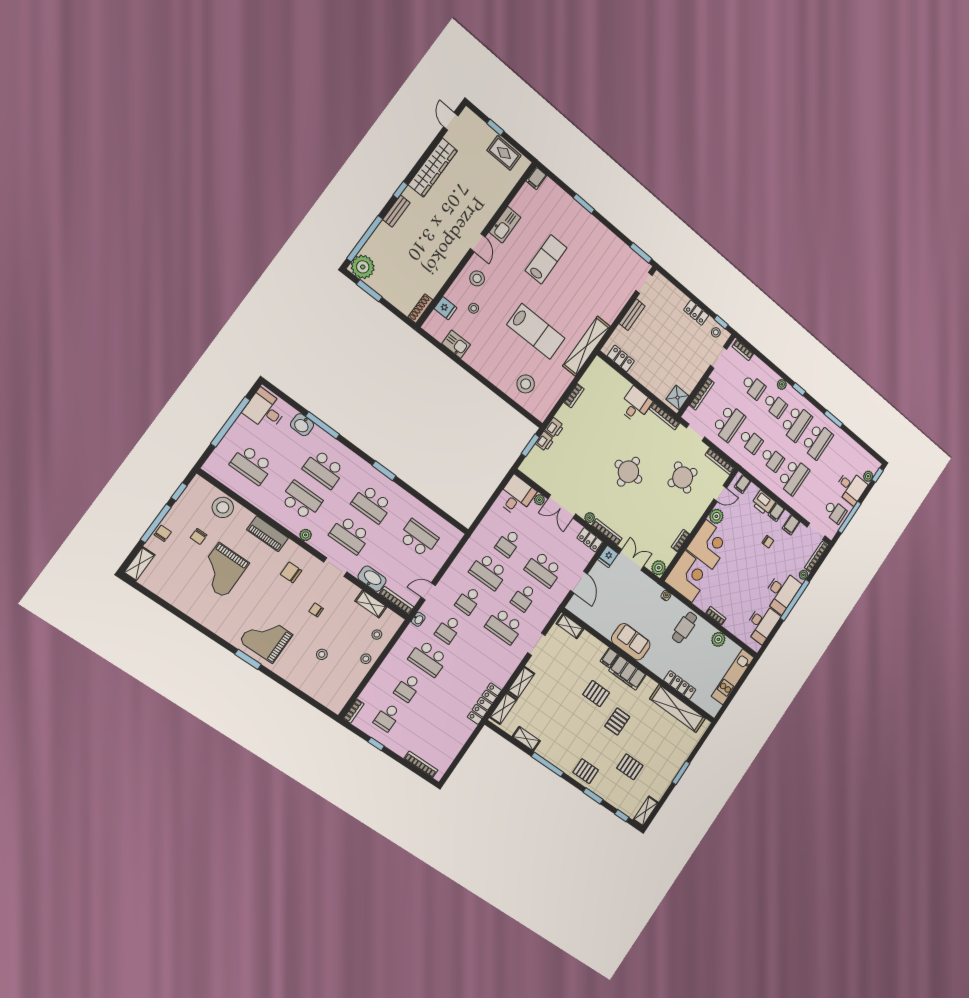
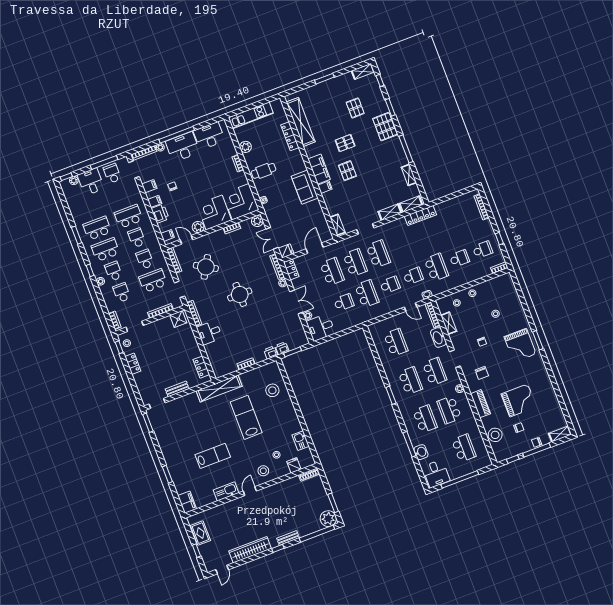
filing cabinet: (536, 178) -> (187, 502), width x2.00
lab bench: (546, 259) -> (213, 456), turned 180
school desk: (419, 538) -> (396, 342), turned 180
school desk: (524, 598) -> (355, 263), width x1.85
pallet: (586, 771) -> (385, 127), width x1.50, depth x1.42

